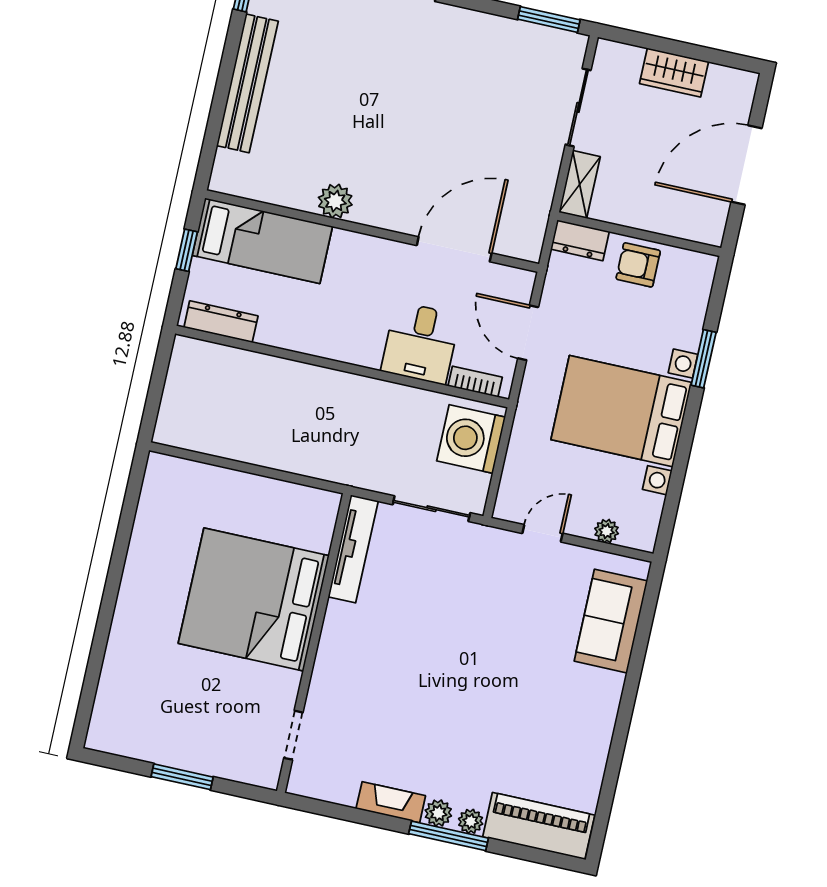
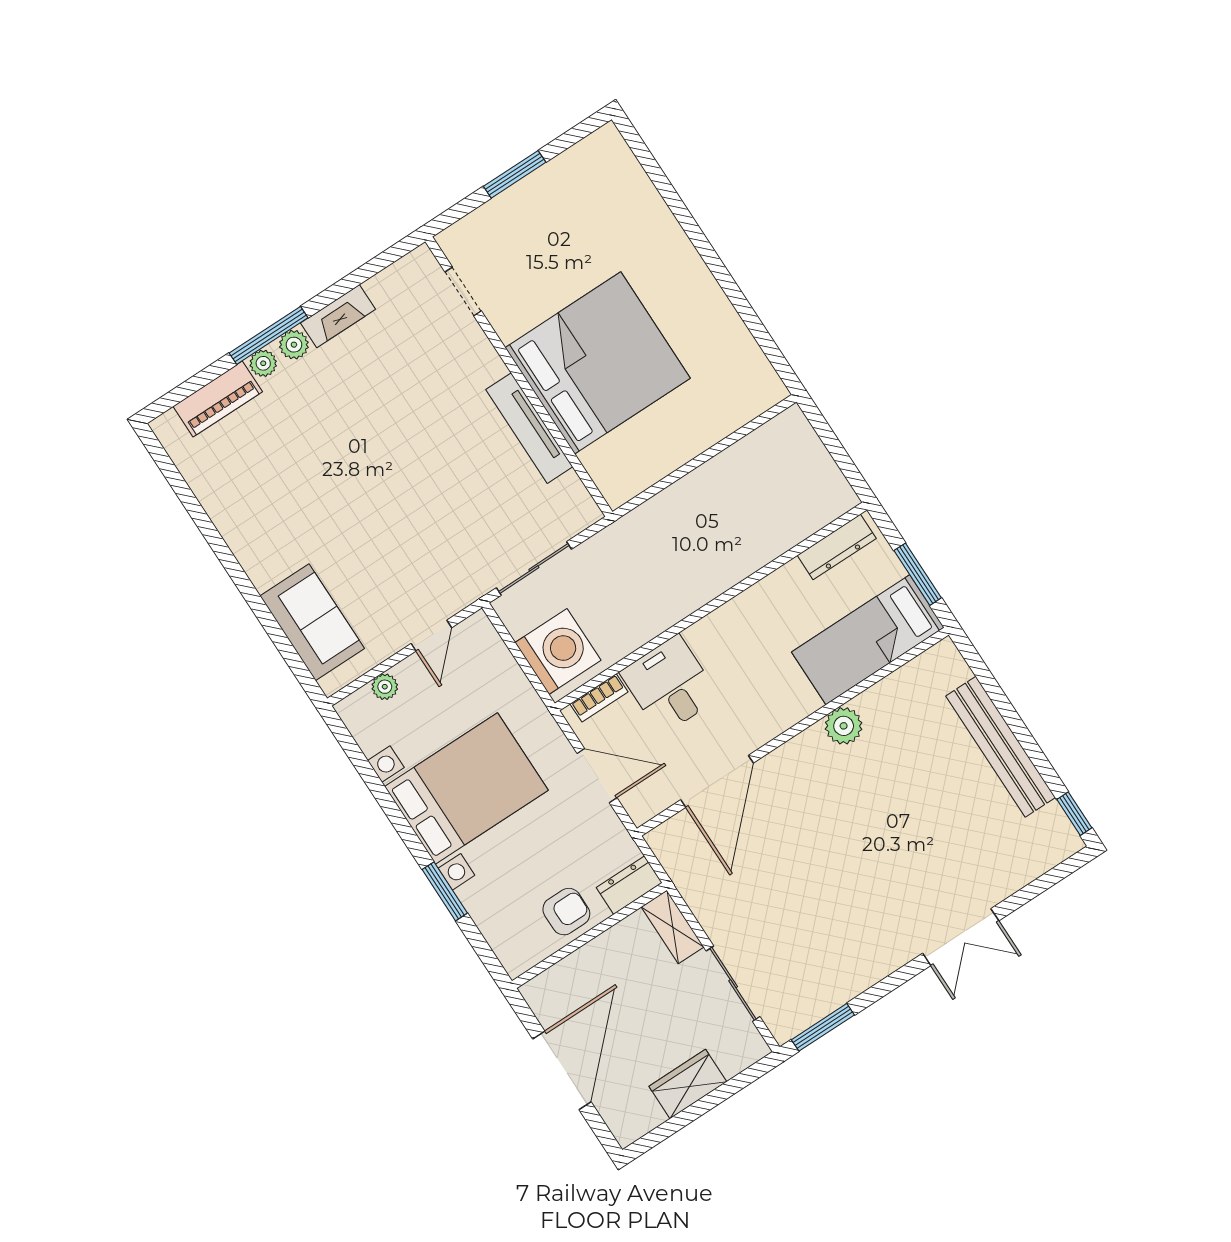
window: (187, 250) -> (918, 574), width x1.50
tv unit: (353, 549) -> (529, 428), moved
piano: (539, 826) -> (218, 399), width x0.73, depth x0.75

